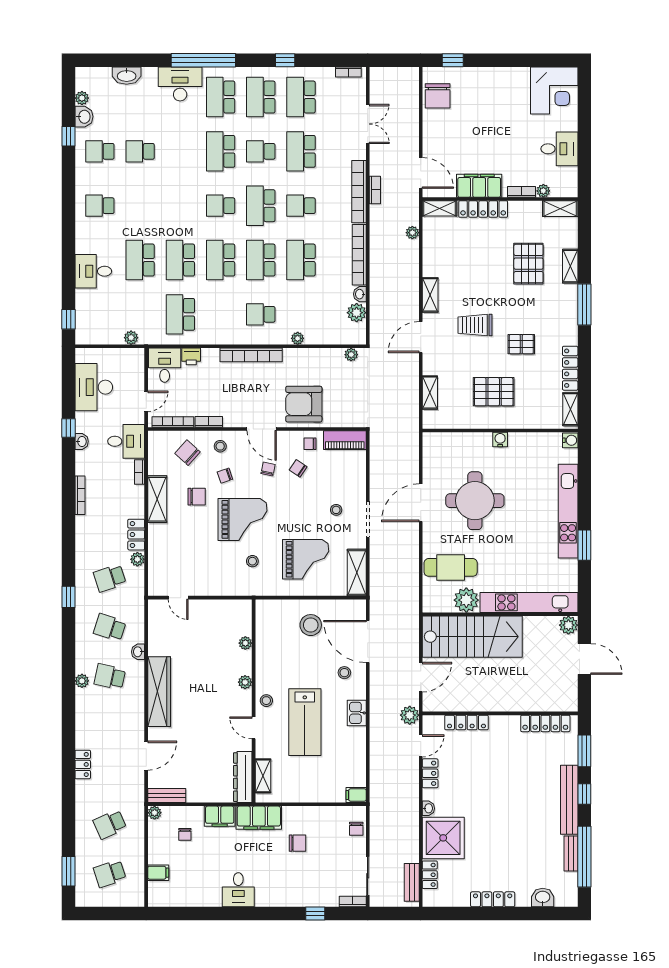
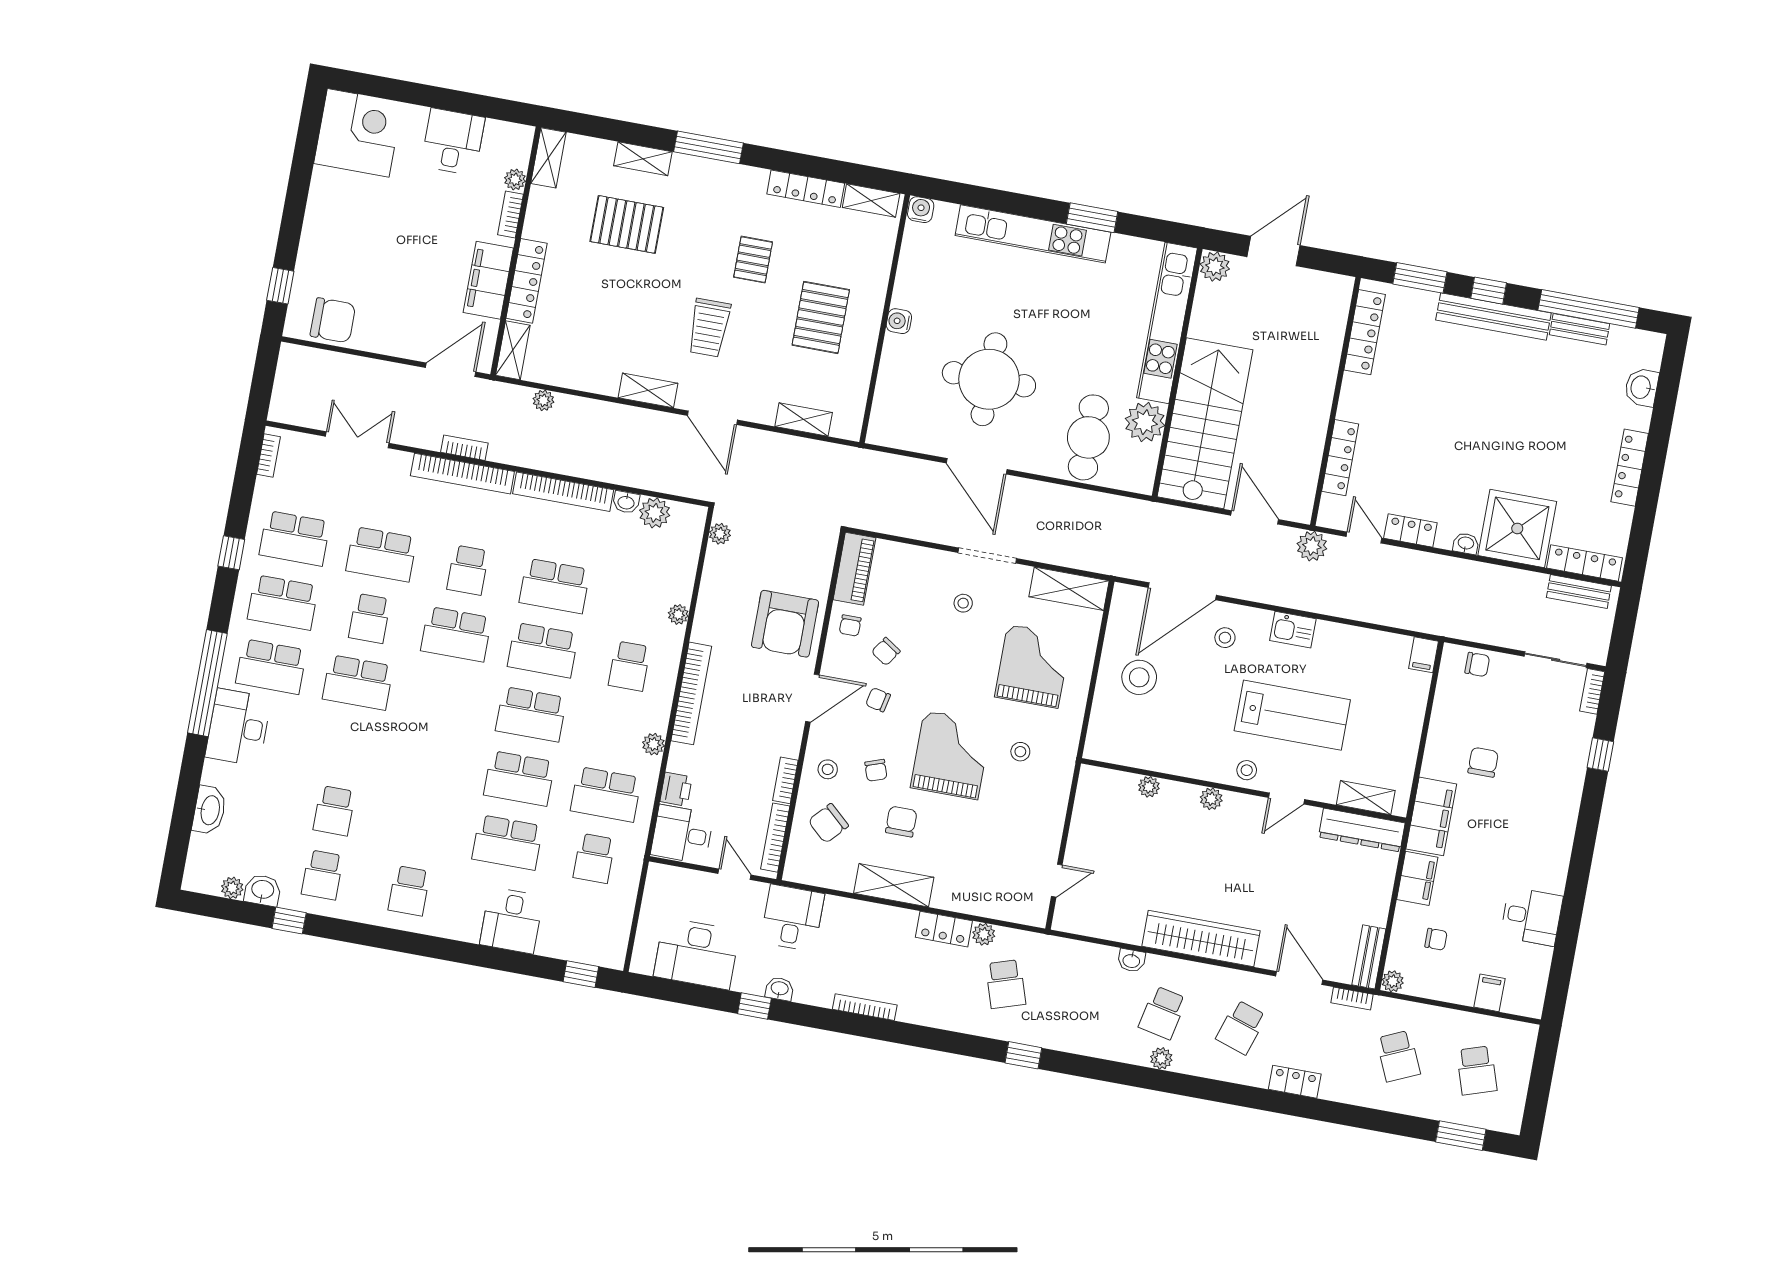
school desk: (221, 206) -> (594, 858), moved
plant: (131, 338) -> (653, 744), moved
bookcase: (140, 472) -> (1352, 998), moved
school desk: (110, 627) -> (1241, 1027), moved
locker: (430, 875) -> (1584, 563), width x1.53
desk: (238, 890) -> (1532, 916), moved

